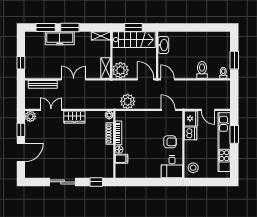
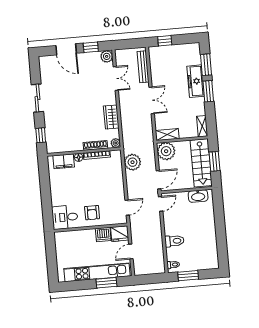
wardrobe: (74, 117) -> (111, 117), moved
filing cabinet: (122, 159) -> (64, 161), width x2.00
stool: (193, 168) -> (66, 241), removed

